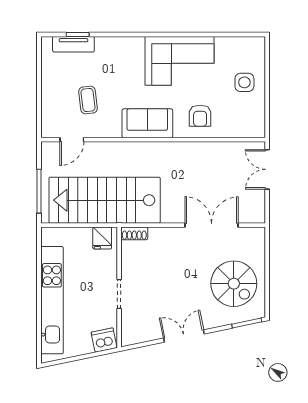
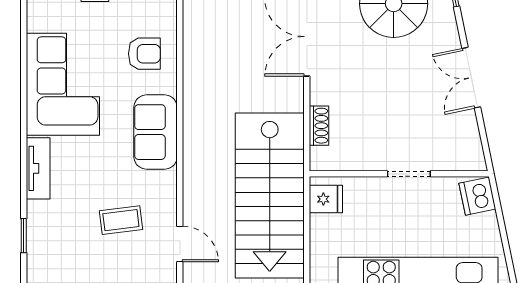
tv unit: (73, 44) -> (38, 168), moved
shoe rack: (134, 233) -> (319, 126), moved

